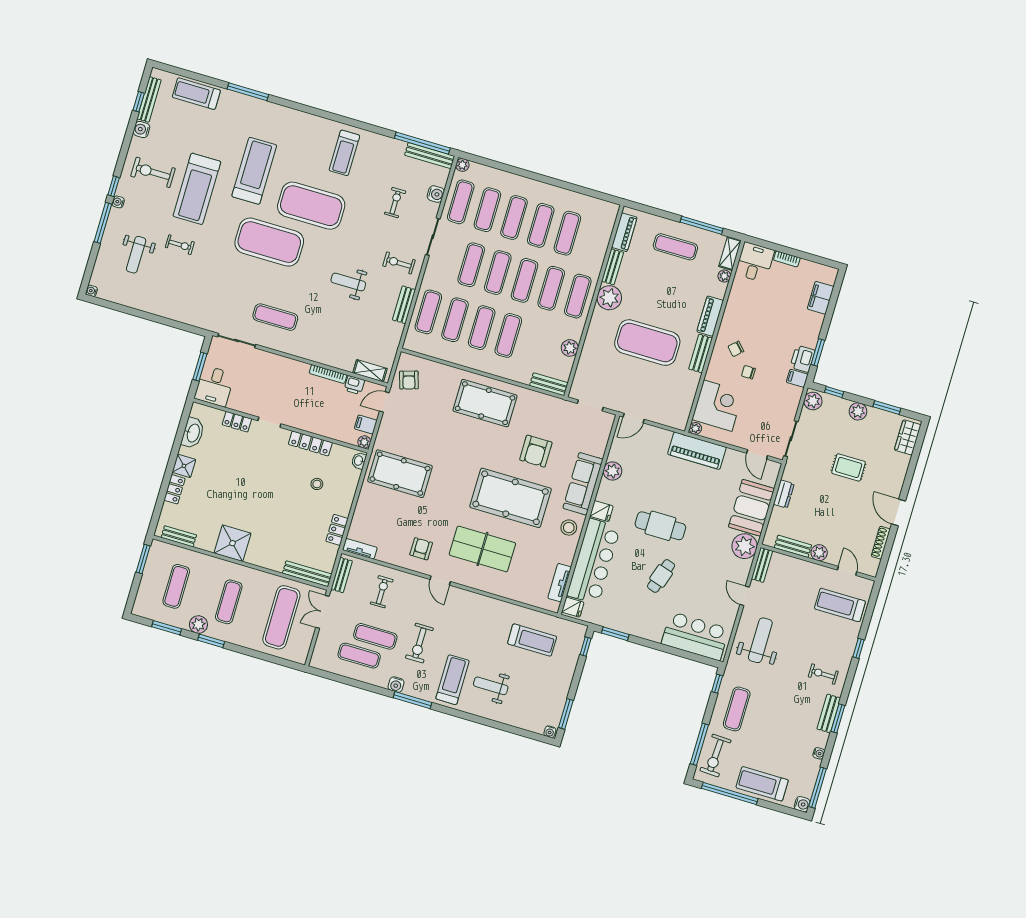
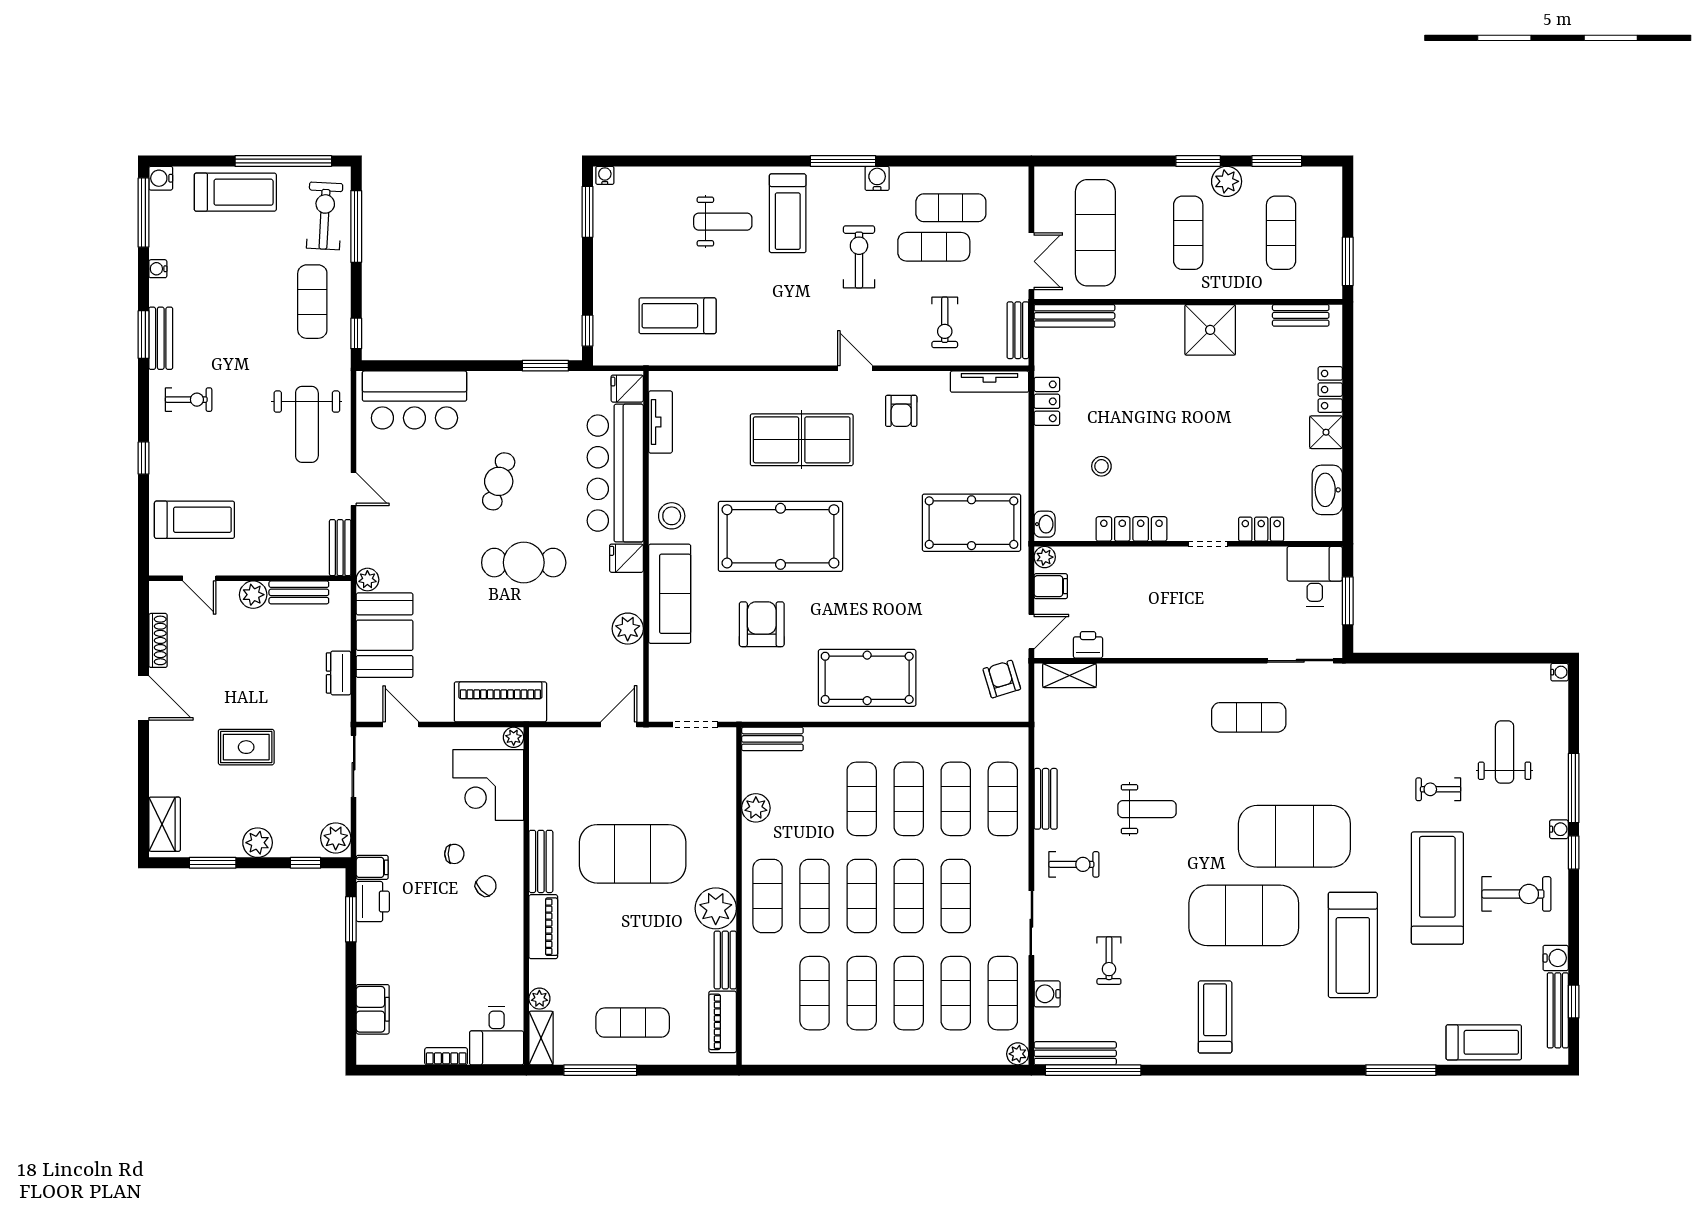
bookcase: (328, 374) -> (1136, 650), removed
plant: (745, 546) -> (367, 580), width x0.53, depth x0.53
tv unit: (360, 549) -> (990, 382), width x1.41

